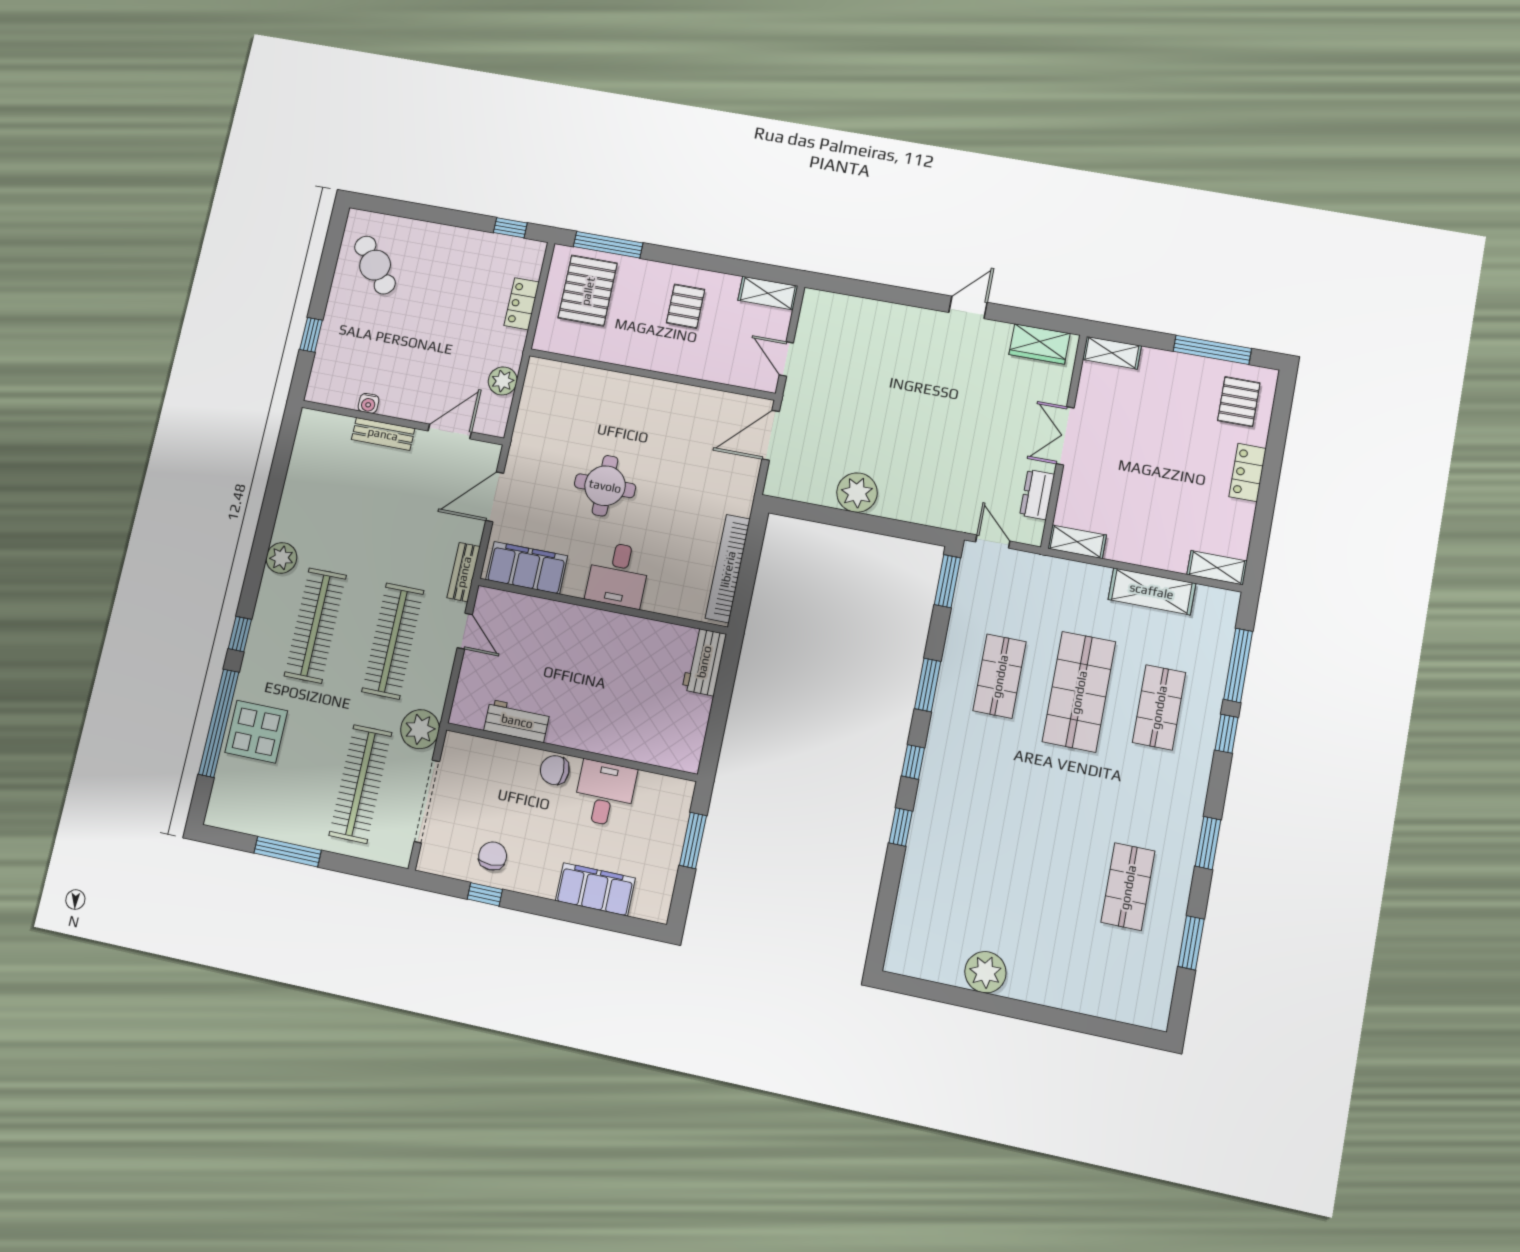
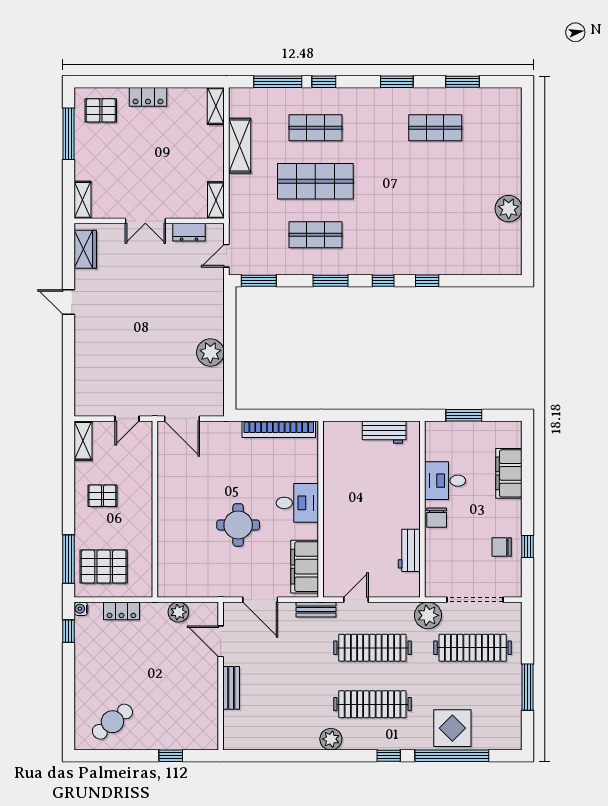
water cooler: (369, 403) -> (81, 609), moved, turned 180
workbench: (704, 662) -> (384, 432), moved

